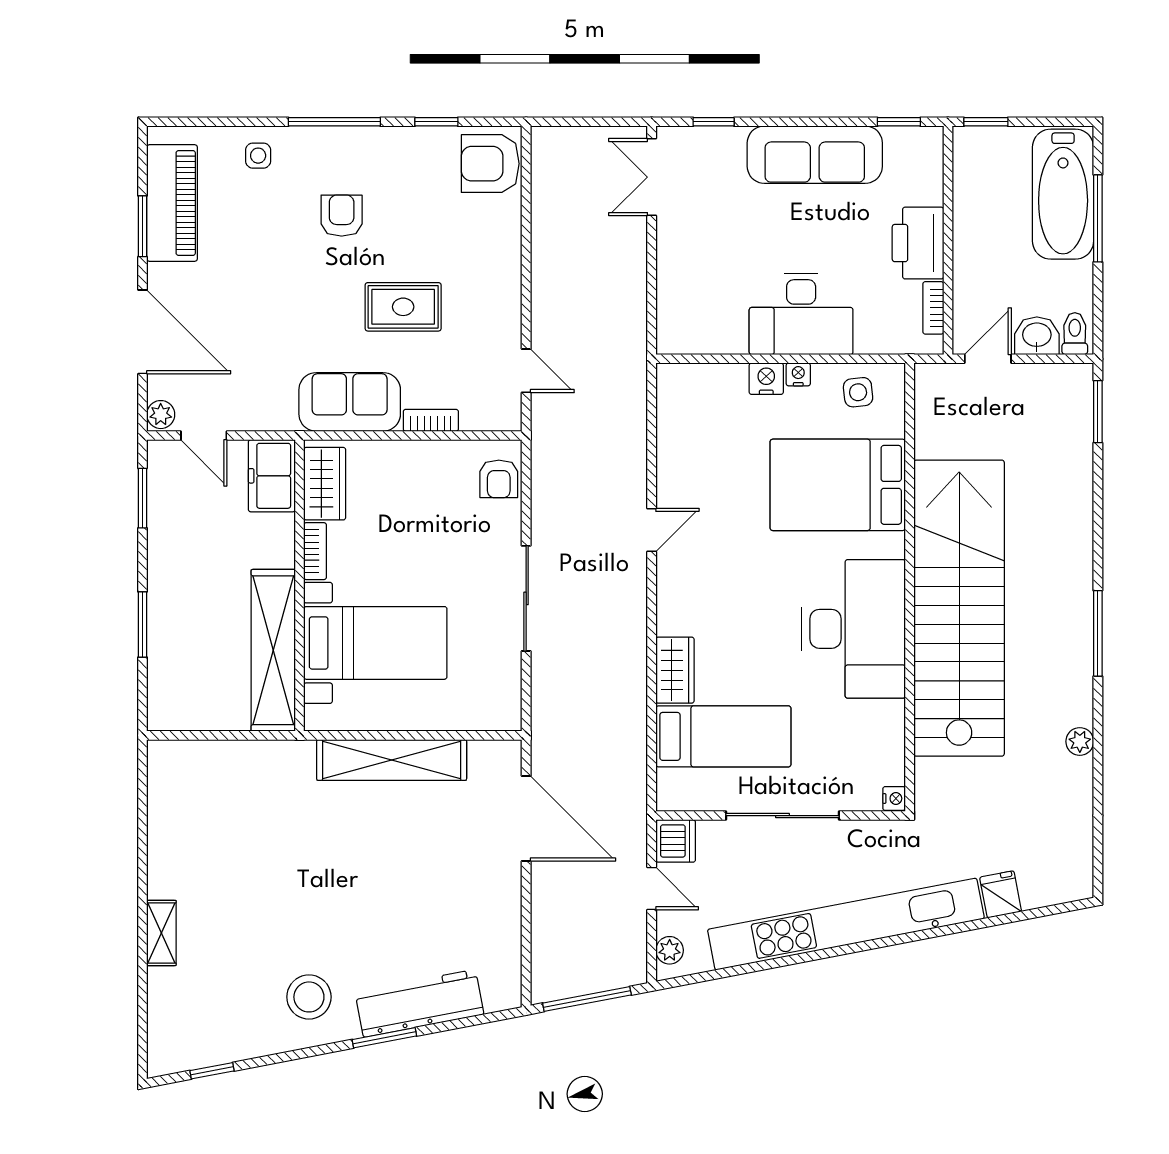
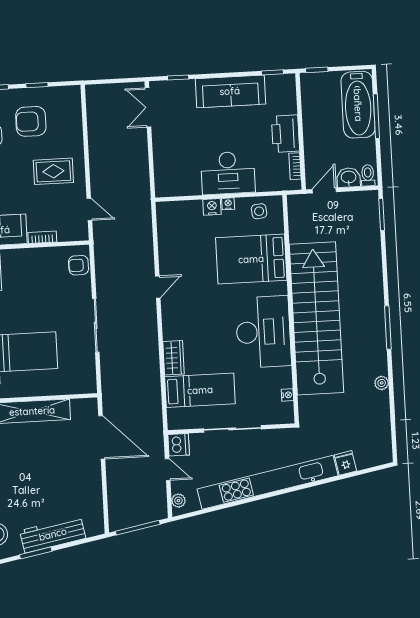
armchair: (490, 164) -> (31, 121), moved
rug: (403, 307) -> (53, 171), moved
armchair: (499, 479) -> (79, 265), turned 90
nightstand: (894, 798) -> (287, 395), moved

